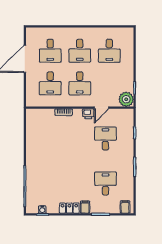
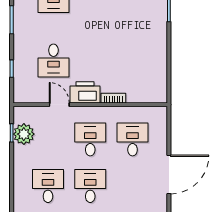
desk: (50, 51) -> (133, 186), removed
plant: (126, 99) -> (24, 134), moved
door: (101, 108) -> (59, 105), hinge flipped
printer: (88, 114) -> (85, 92), width x1.87, depth x1.48

